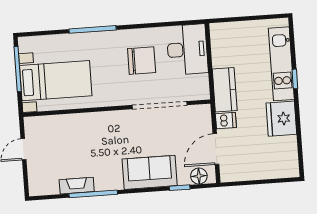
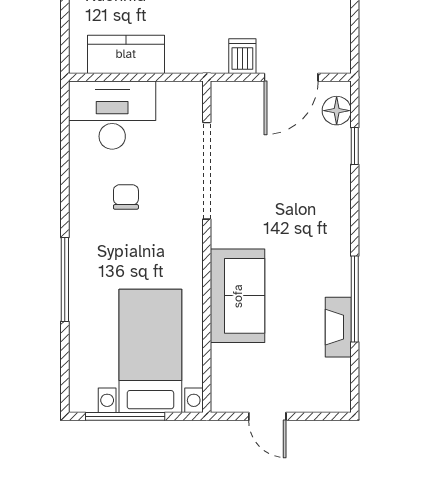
chair: (142, 61) -> (126, 197), width x0.54, depth x0.54
kitchen counter: (225, 90) -> (126, 54), moved
door: (216, 149) -> (291, 77), hinge flipped
sofa: (150, 172) -> (238, 296), moved, turned 180

